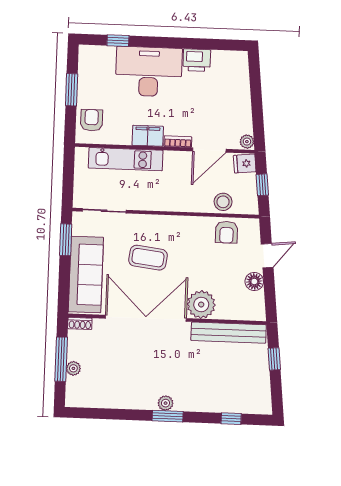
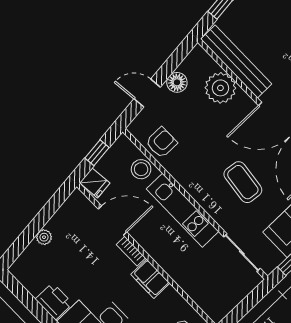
plant: (247, 142) -> (44, 237), moved
kitchen unit: (126, 159) -> (182, 210), moved, turned 180
plant: (201, 305) -> (220, 88), moved

